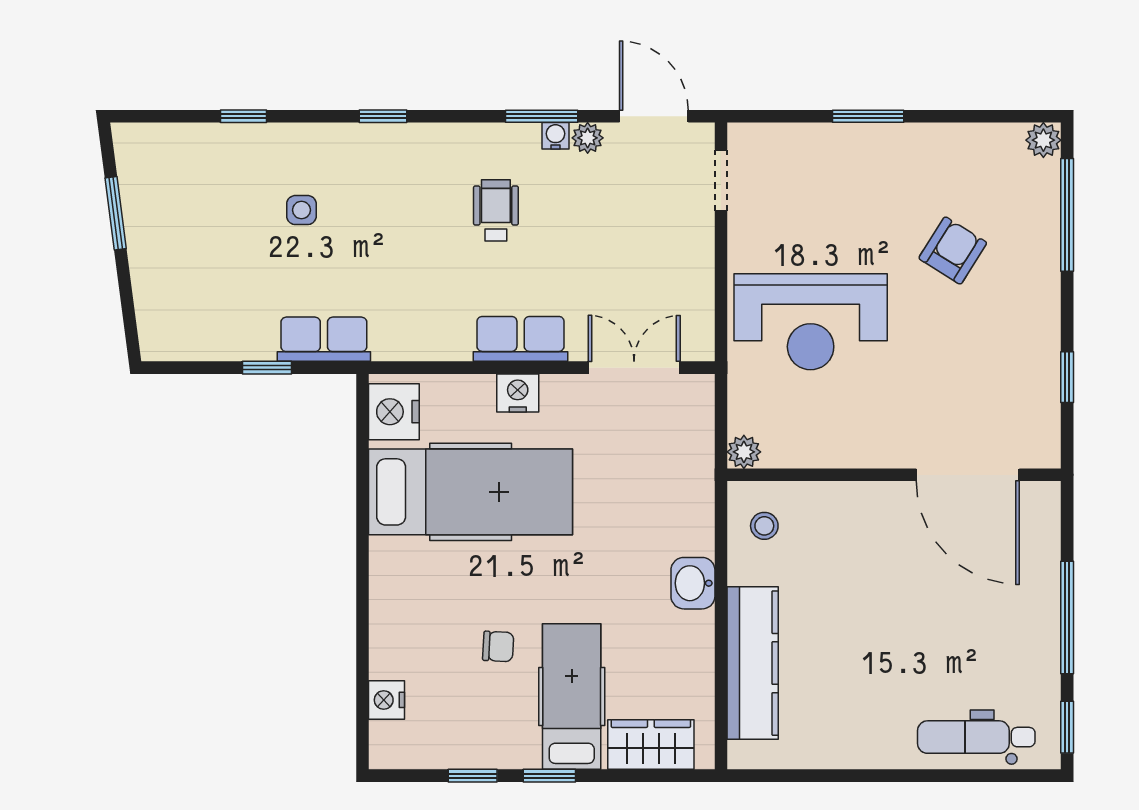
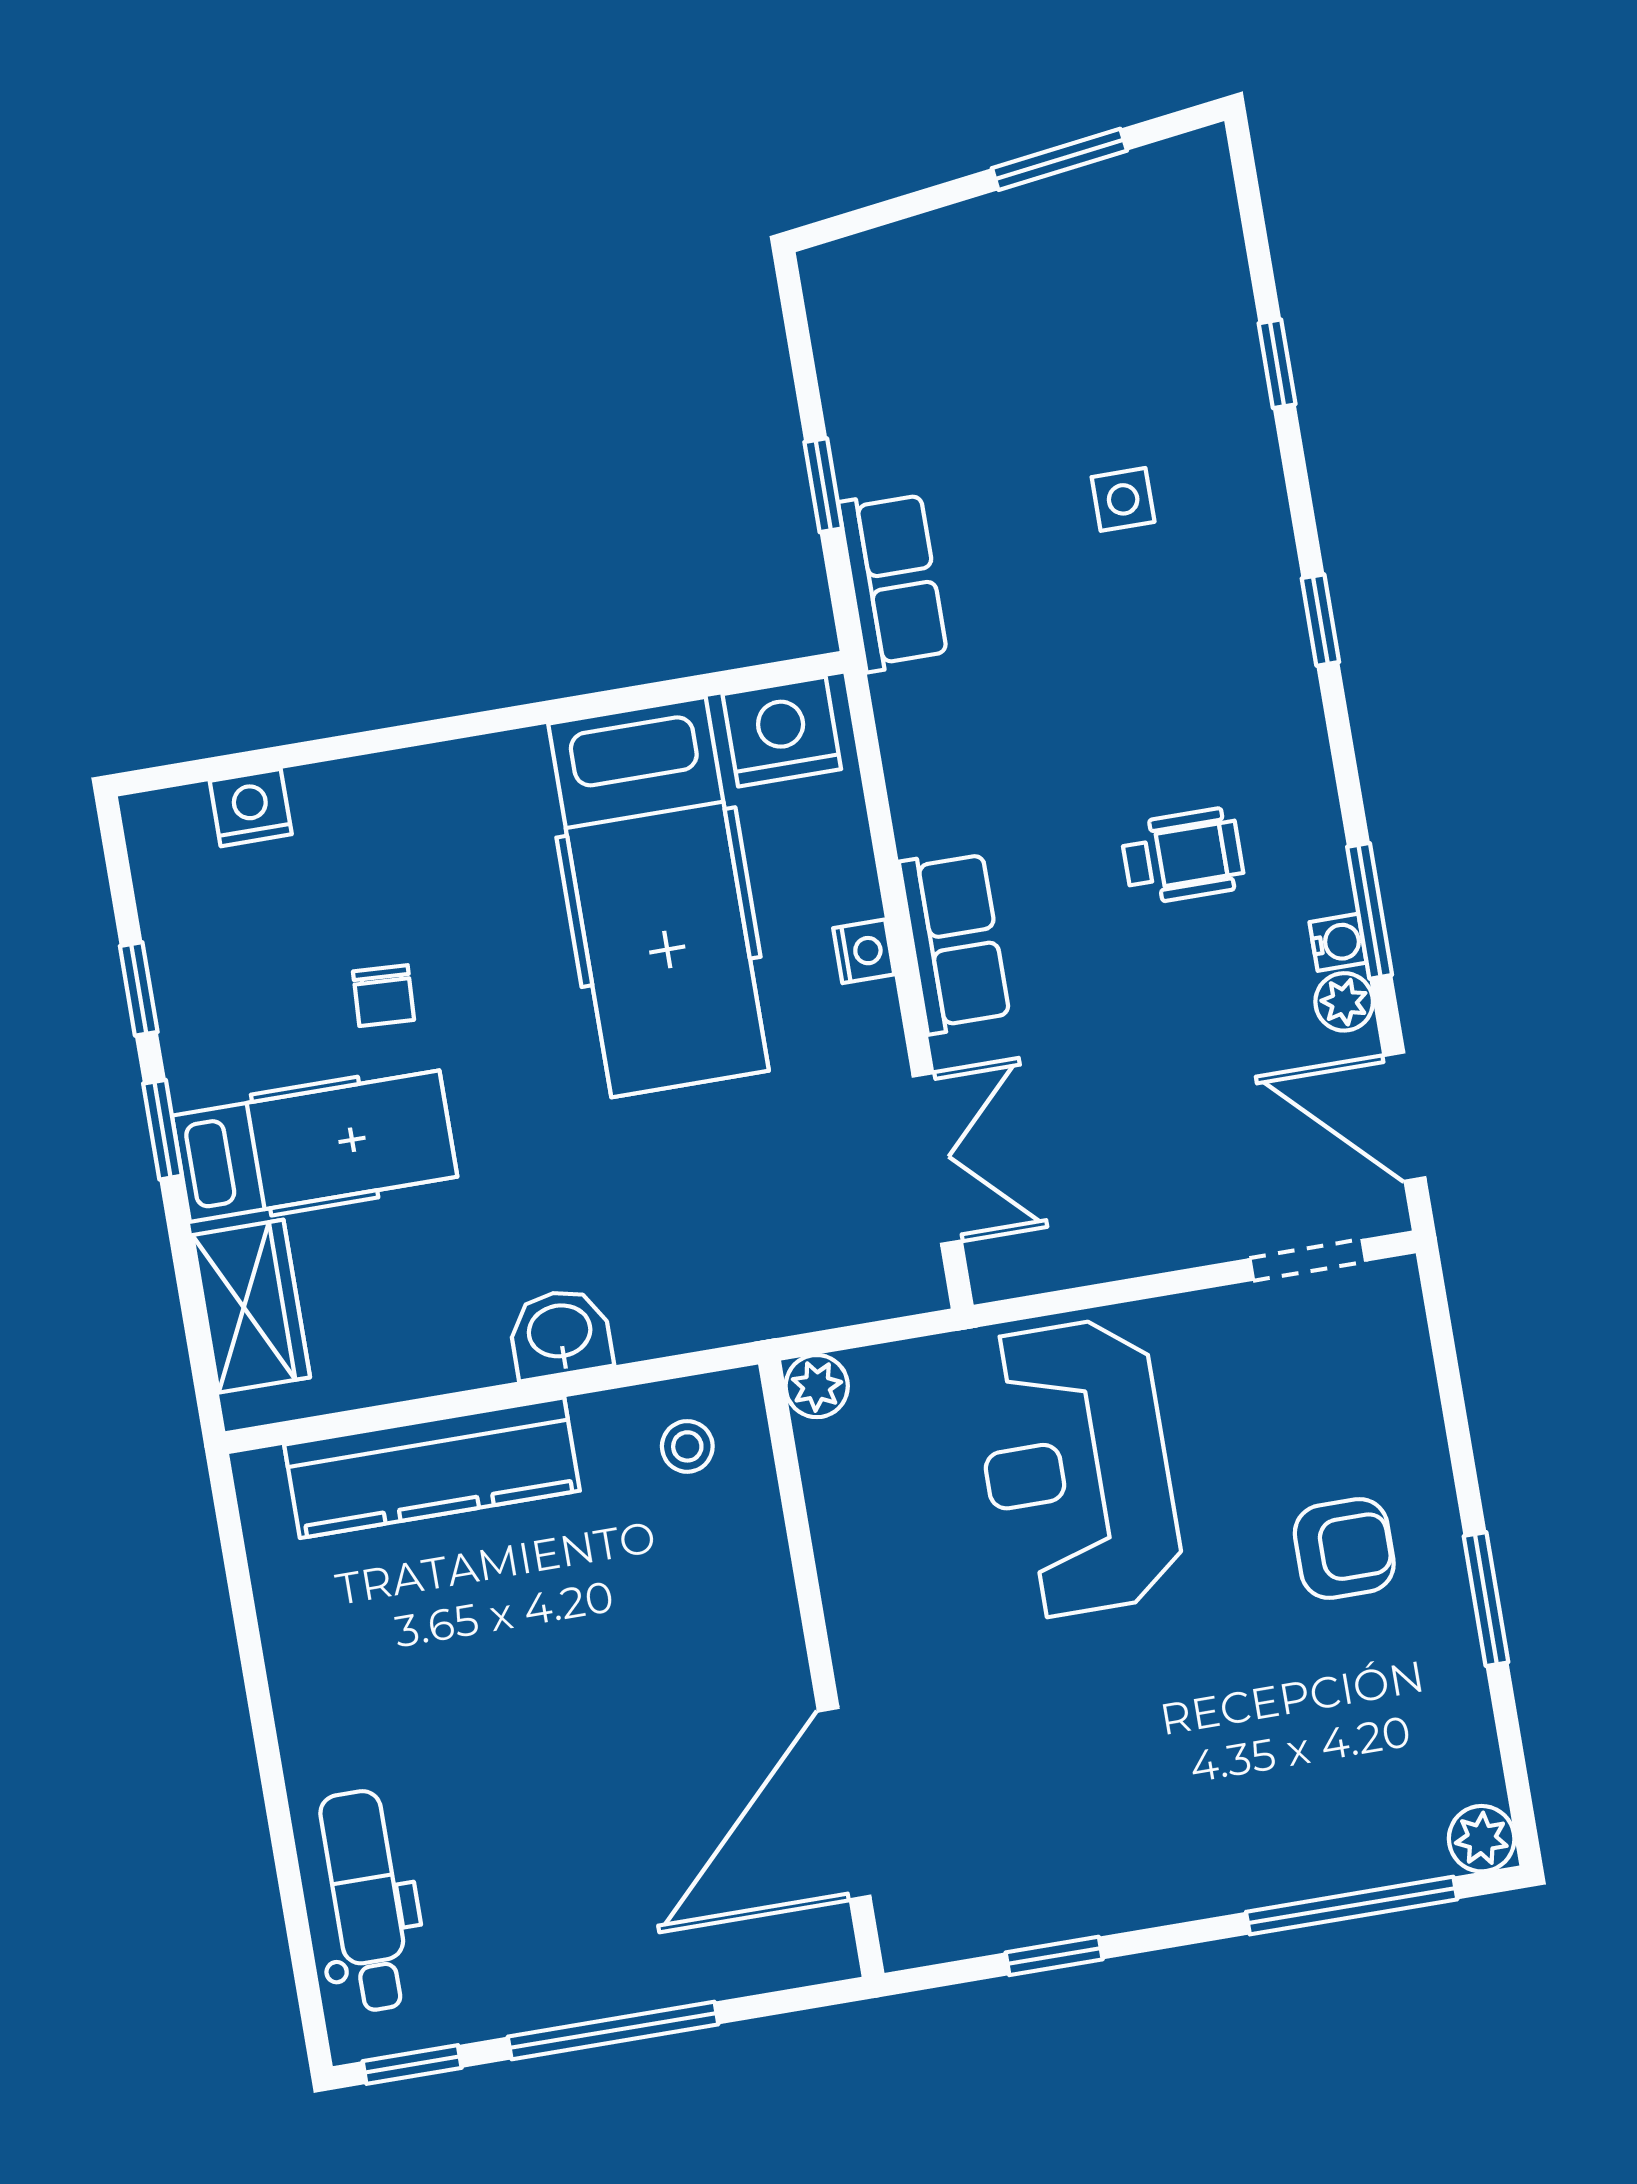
door: (654, 116) -> (1404, 1117), swing flipped
window: (868, 116) -> (1486, 1599), moved
armchair: (953, 250) -> (1344, 1549), moved, turned -32
nightstand: (518, 393) -> (864, 951), width x0.72, depth x0.74

